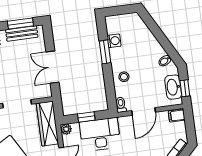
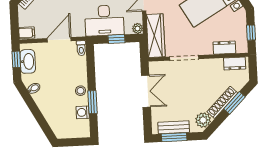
stool: (124, 77) -> (81, 91), moved

